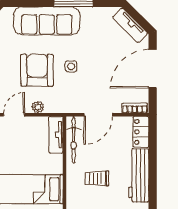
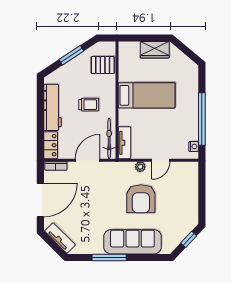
side table: (71, 66) -> (111, 202), removed

